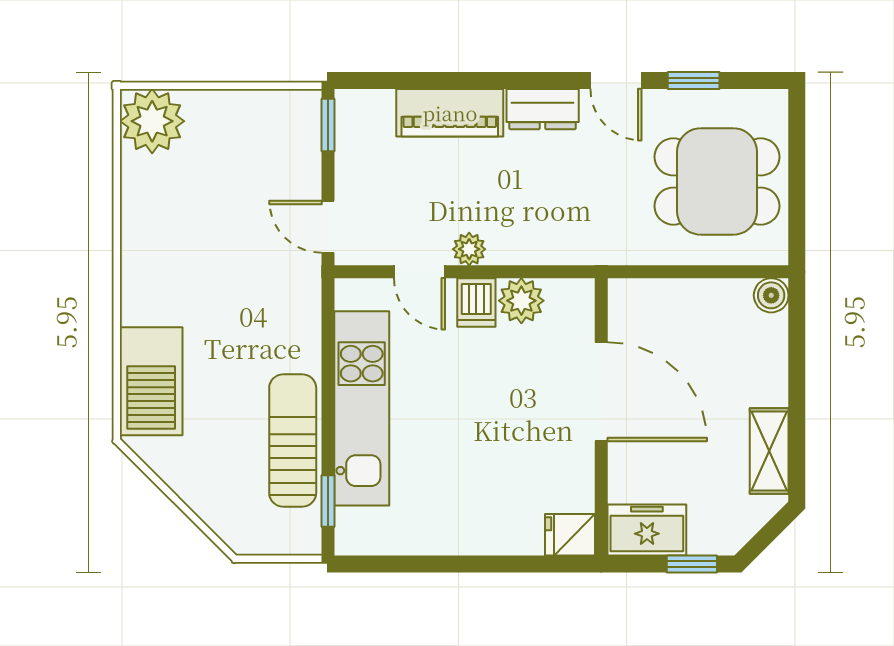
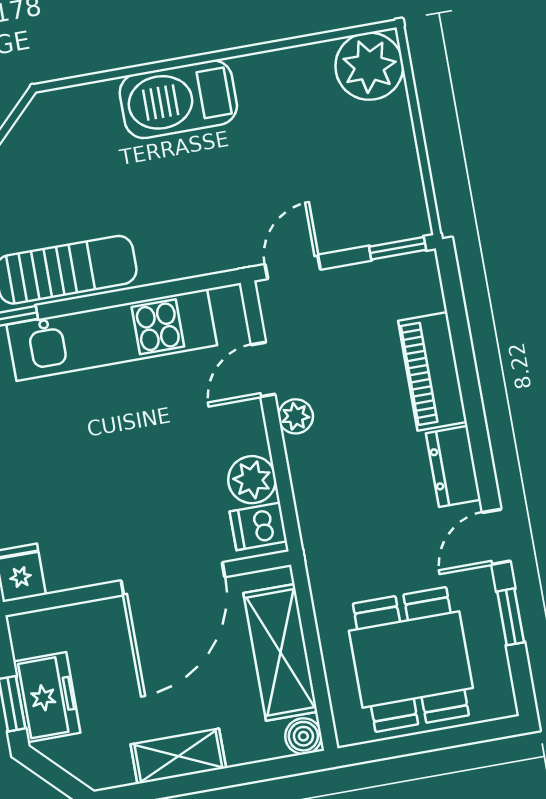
dishwasher: (476, 303) -> (258, 526), moved
shelving: (688, 303) -> (280, 652), added
barbecue: (151, 381) -> (178, 99), moved
shelving: (769, 451) -> (178, 756), moved
freezer: (647, 530) -> (47, 697), moved

